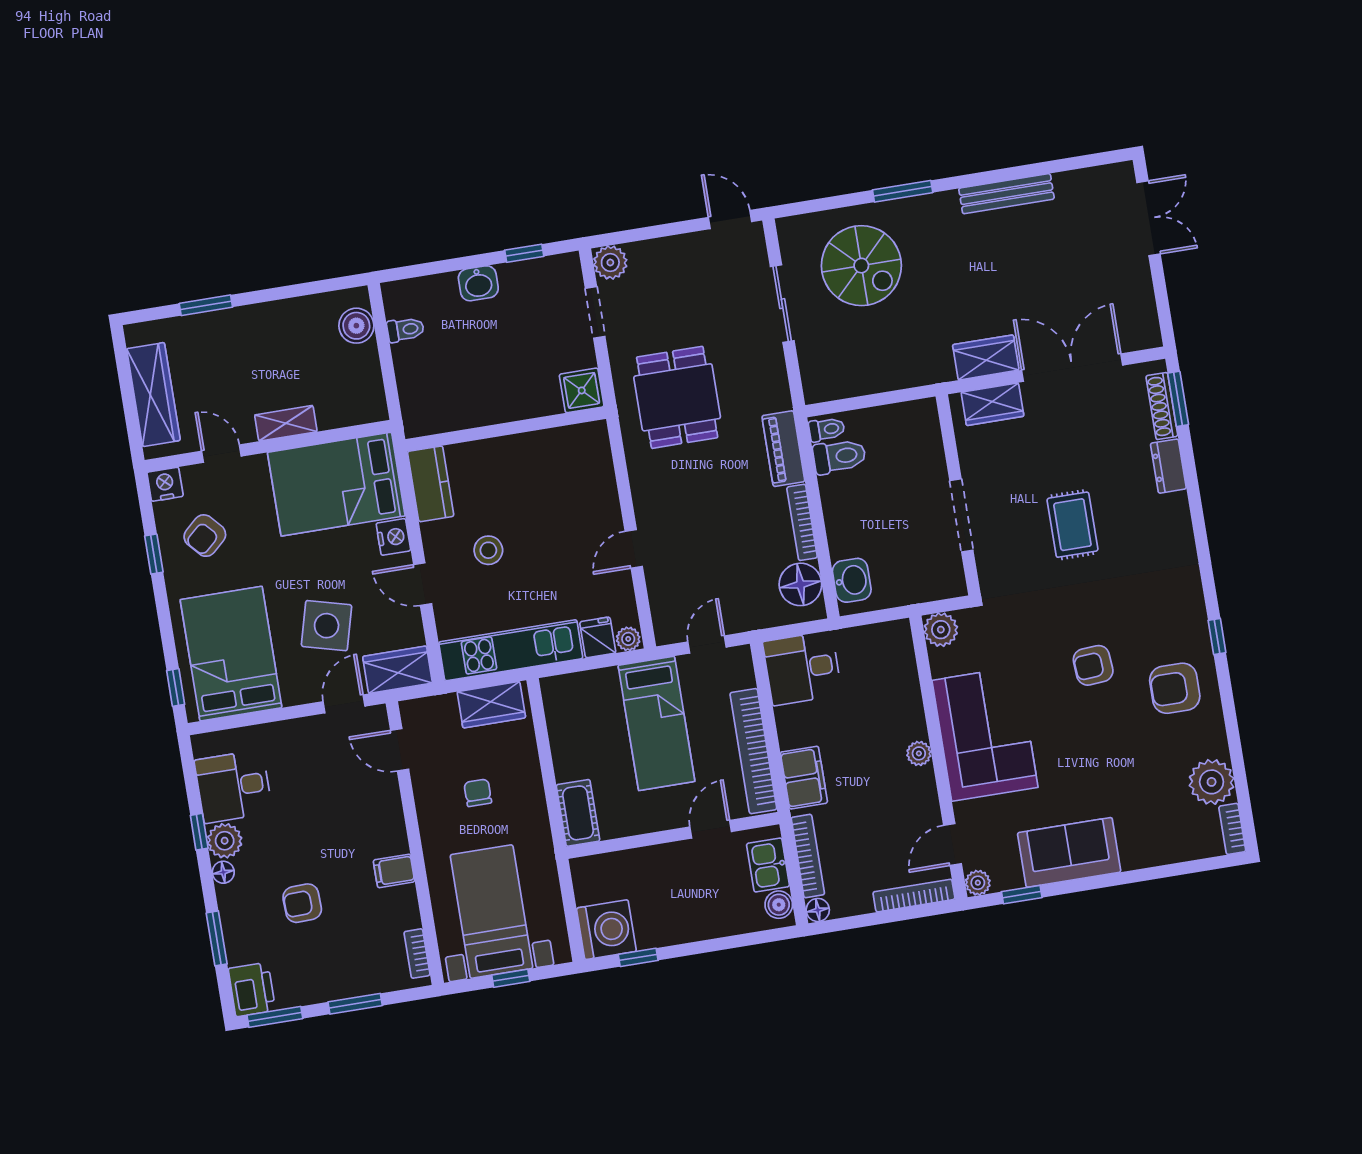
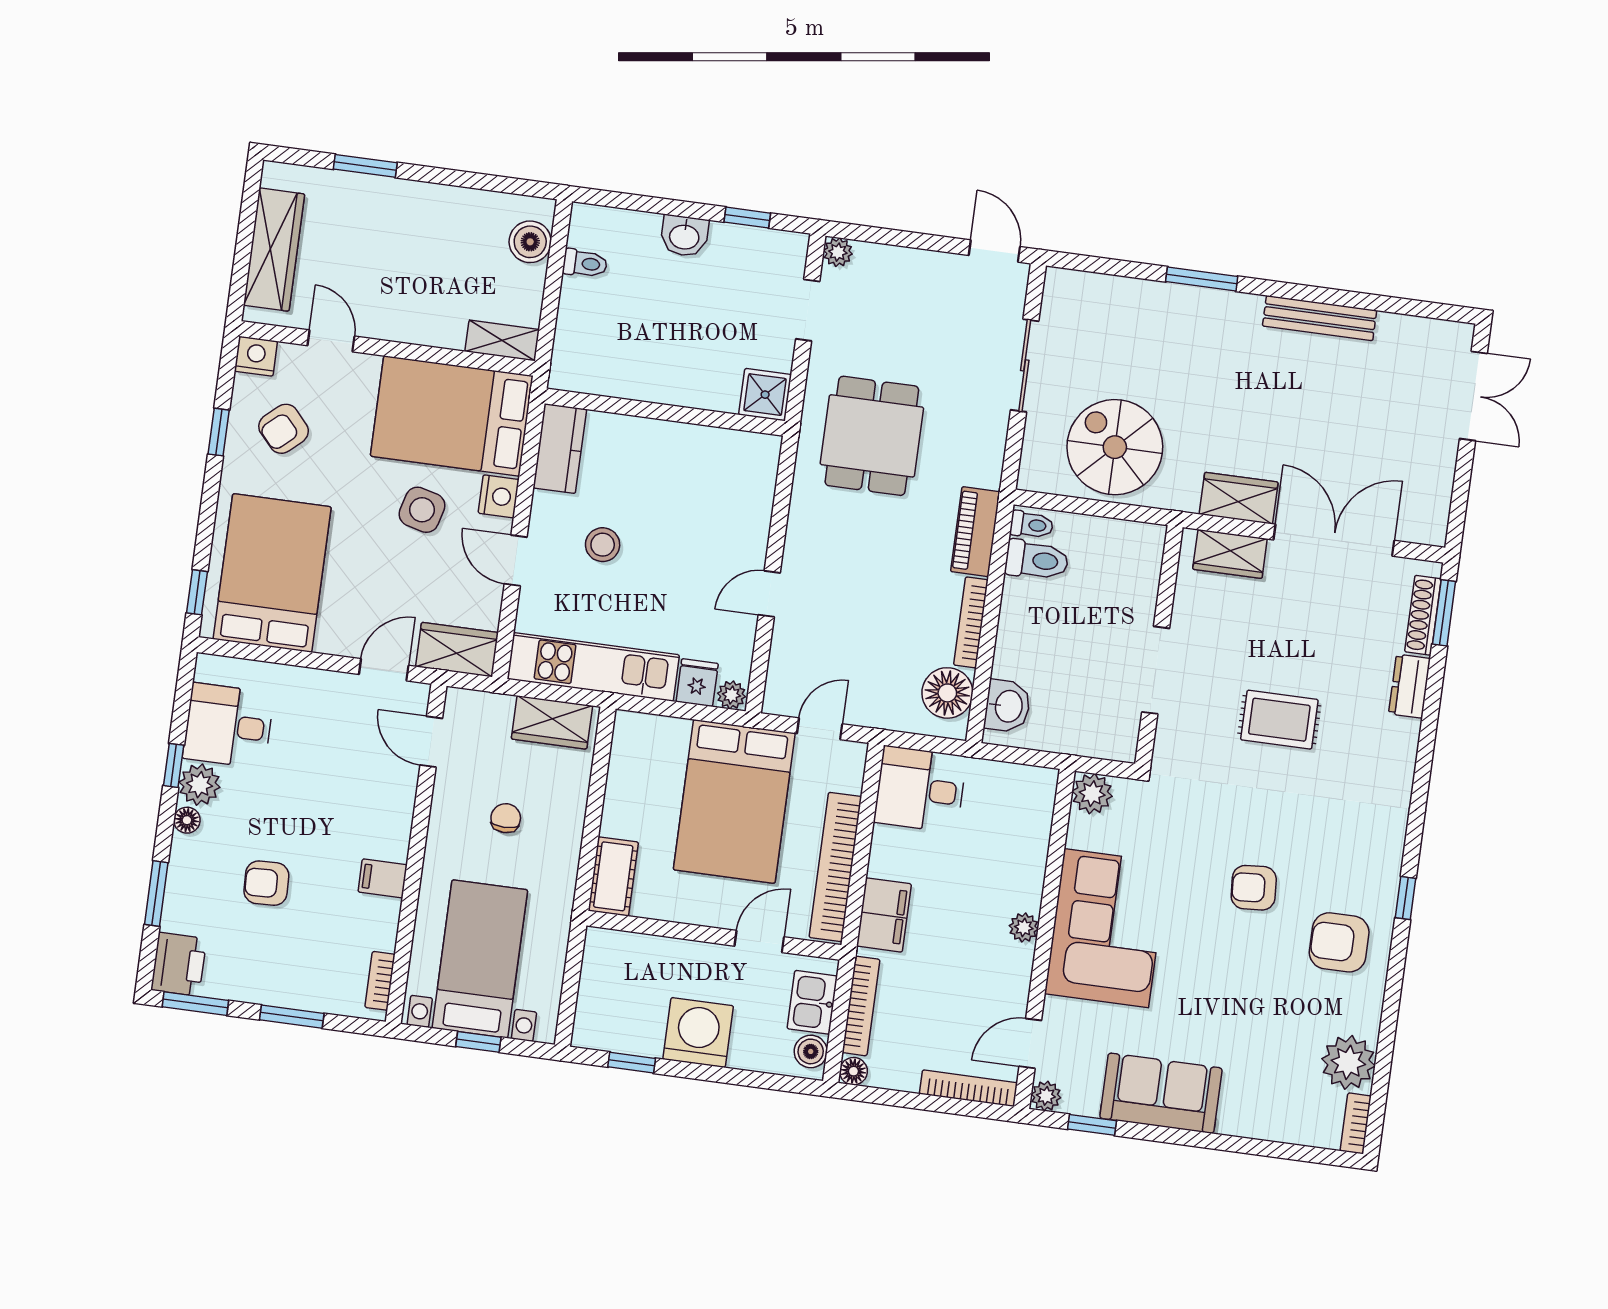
plant: (610, 262) -> (838, 252), width x0.73, depth x0.73
spiral stairs: (861, 266) -> (1115, 447), moved, turned 180
shelving: (286, 423) -> (502, 340), moved
rug: (1072, 525) -> (1279, 720), turned 90
side table: (327, 626) -> (422, 510), moved, width x0.73, depth x0.73
bed: (656, 723) -> (734, 801), width x1.50
washing machine: (606, 930) -> (698, 1032), moved, turned -90

